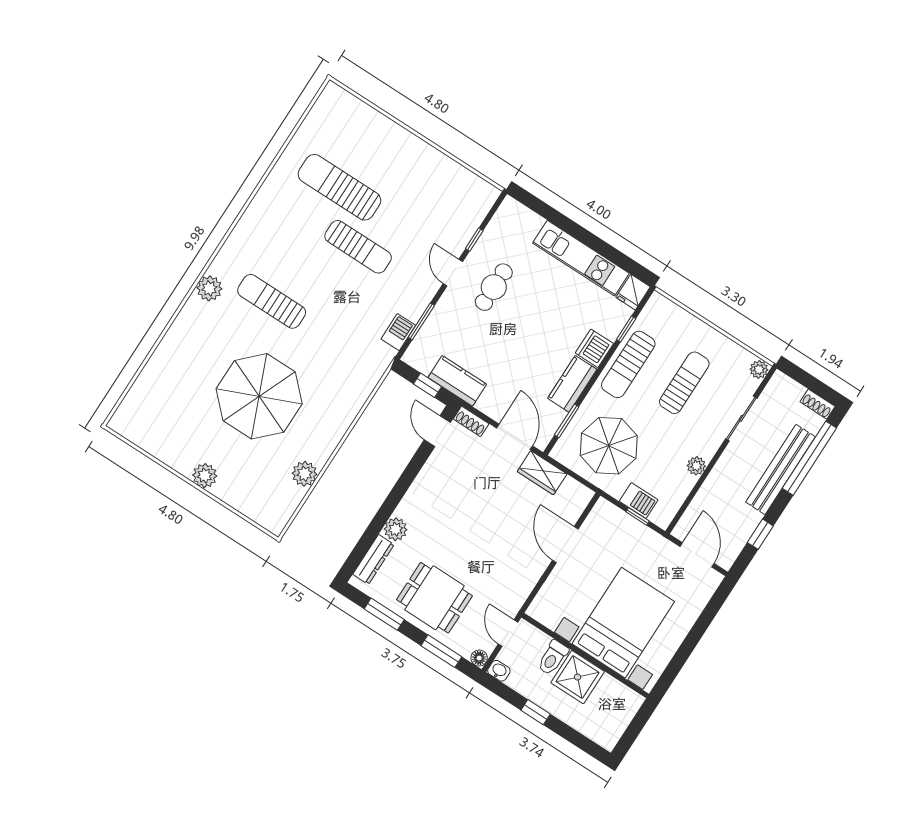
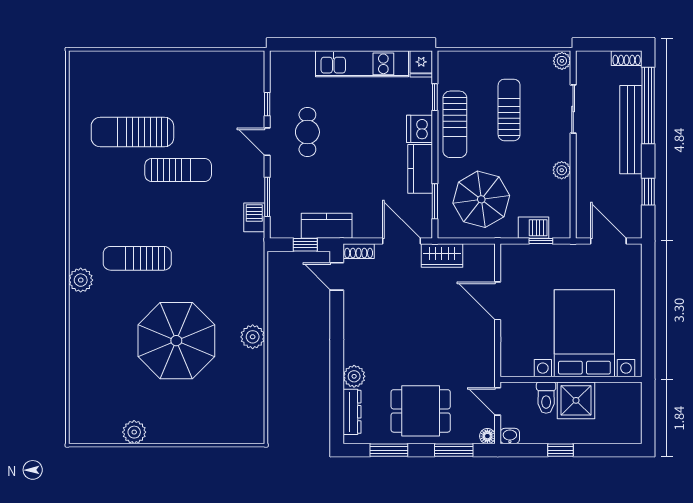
plant: (305, 474) -> (253, 337), moved
plant: (205, 476) -> (134, 432), moved

